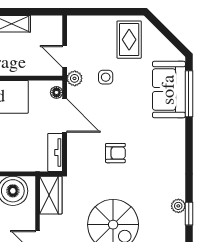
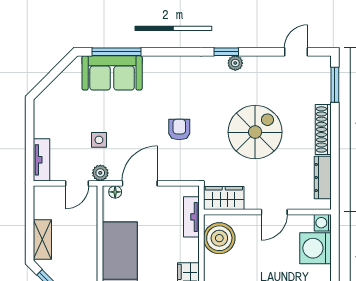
tv unit: (87, 23) -> (42, 160), added
rug: (129, 40) -> (59, 115), removed
tv unit: (55, 153) -> (191, 217), moved, turned 90
window: (189, 214) -> (226, 52), moved

